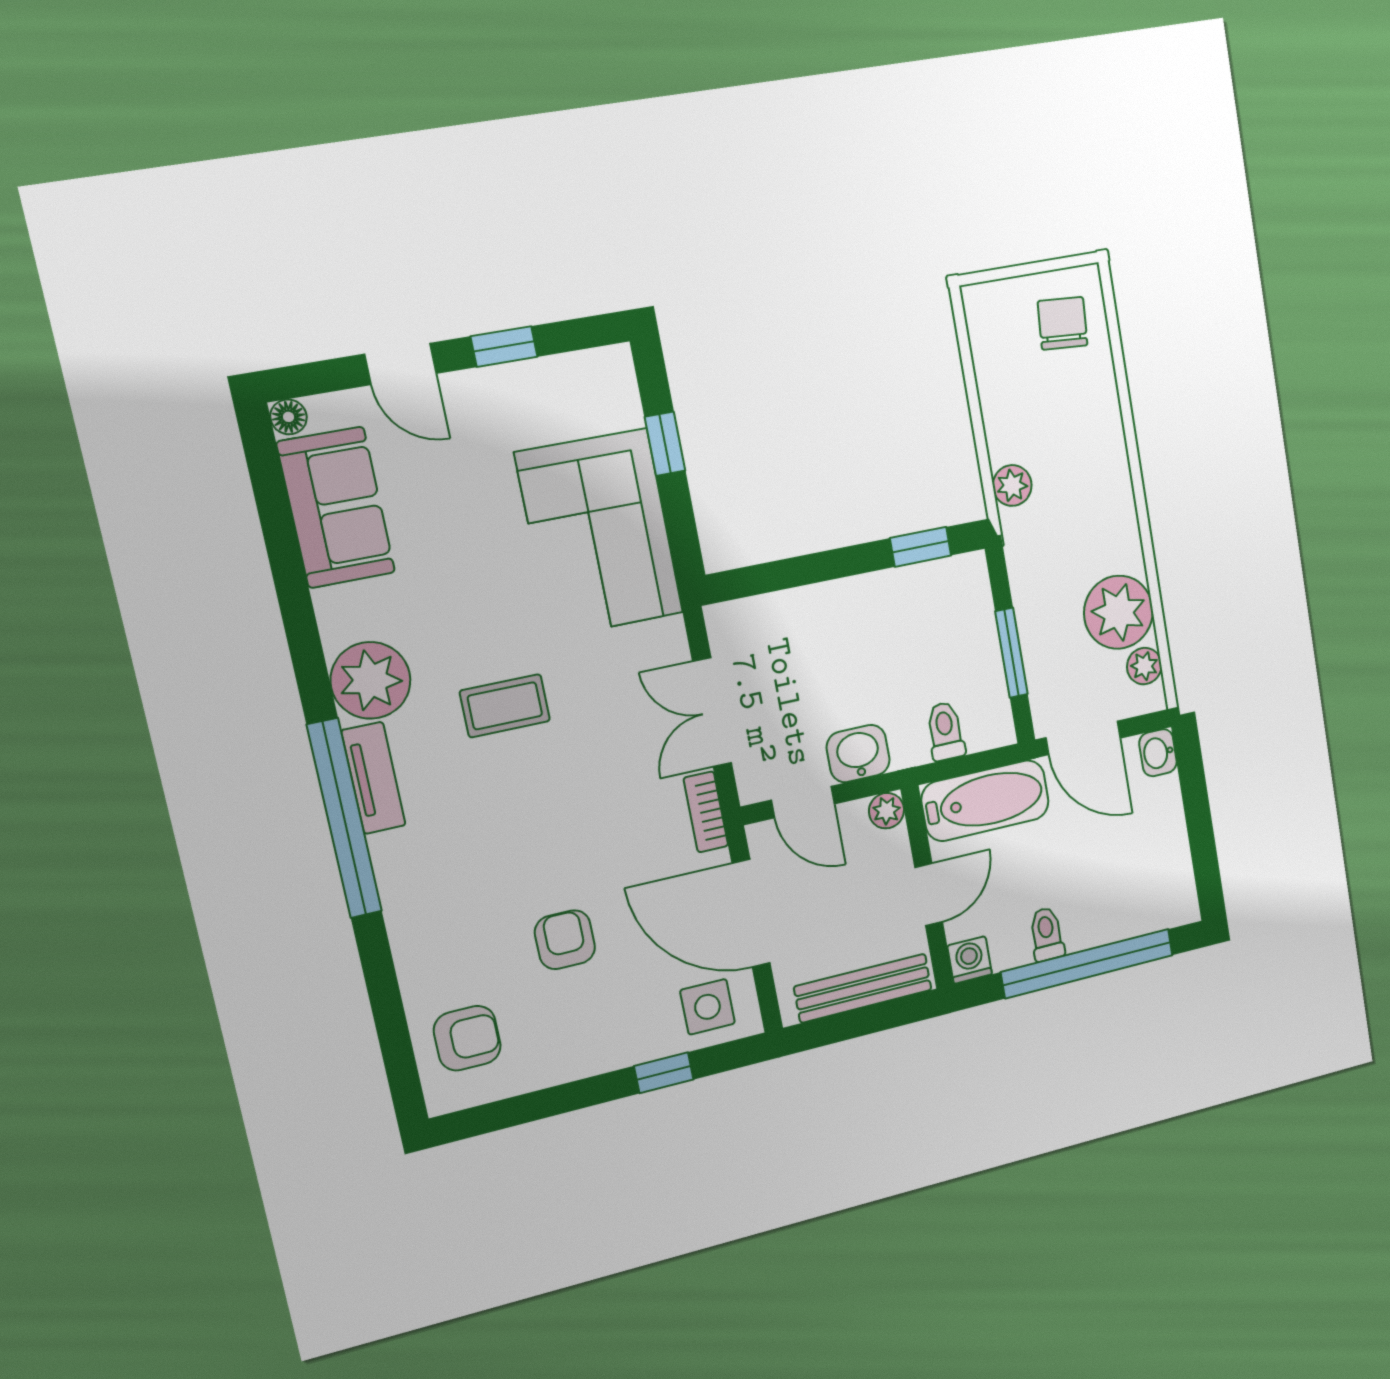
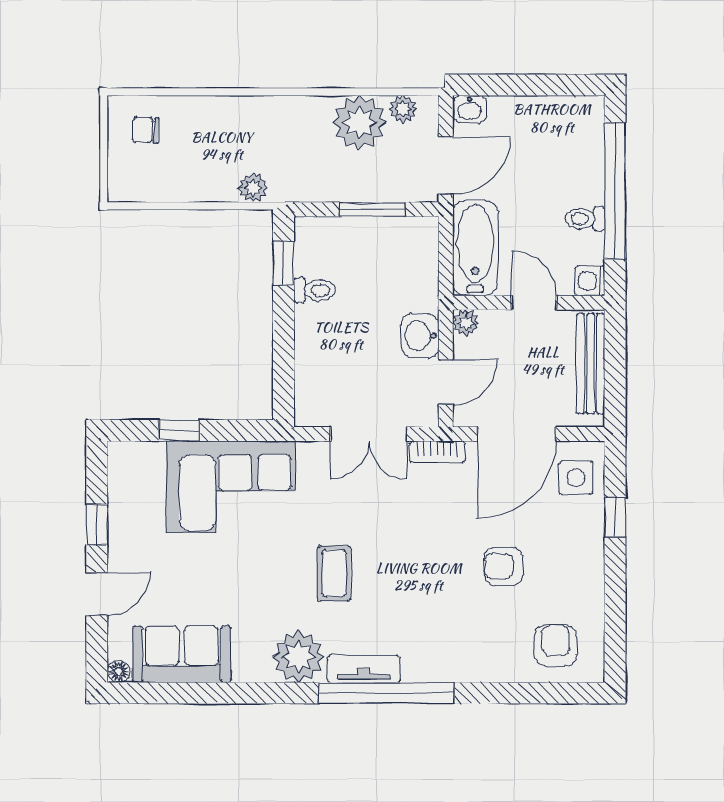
chair: (1063, 323) -> (146, 130), width x0.73, depth x0.73
toilet: (945, 731) -> (314, 290), moved, turned 180

